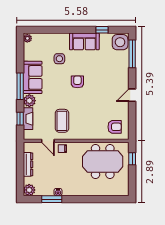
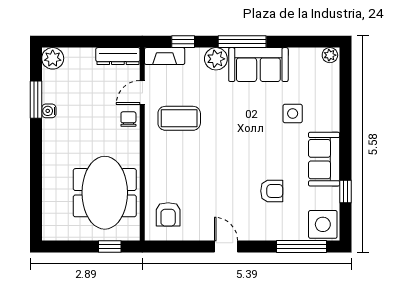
armchair: (77, 82) -> (272, 191), moved
fireplace: (28, 119) -> (165, 56), moved
dresser: (28, 164) -> (118, 56), moved

